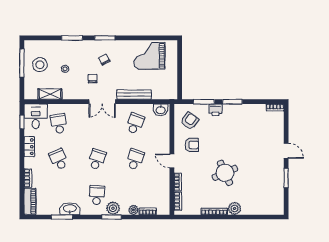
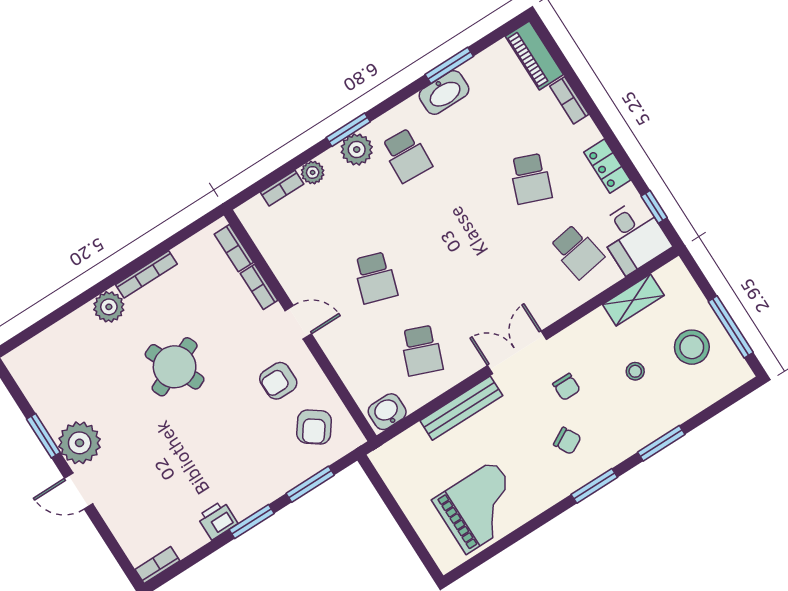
printer: (216, 110) -> (217, 520), moved
school desk: (59, 159) -> (531, 179), turned 45
school desk: (97, 159) -> (453, 228), removed
plant: (275, 167) -> (80, 443), added

